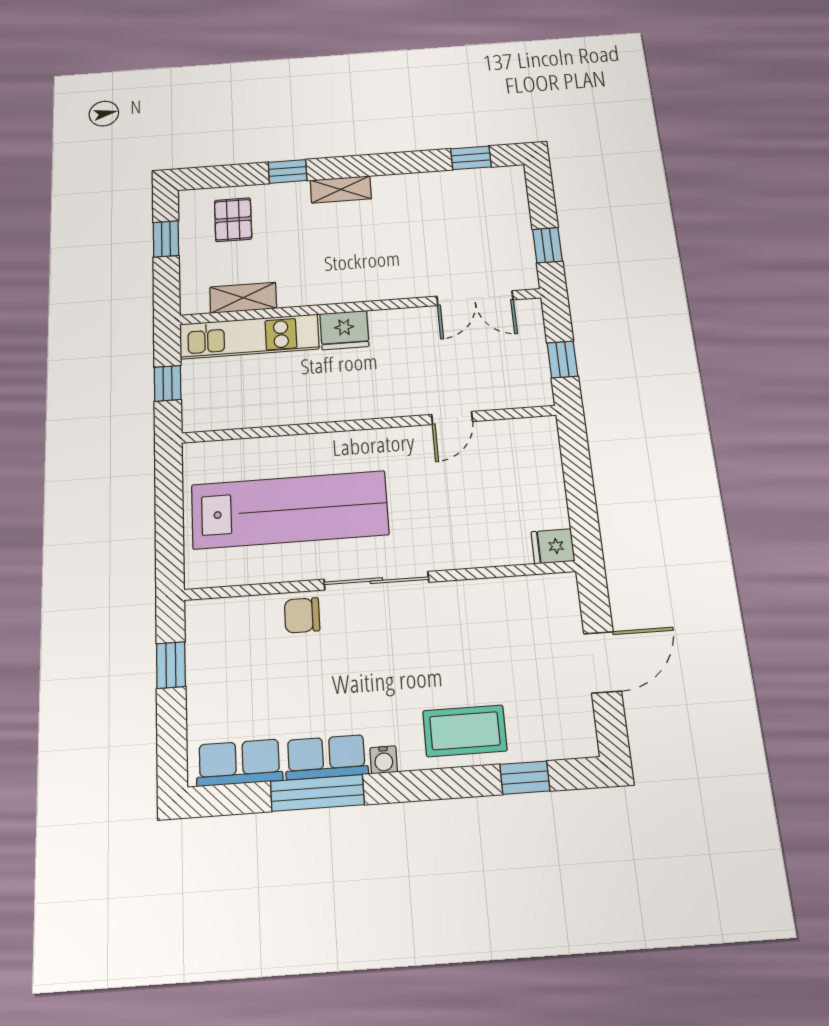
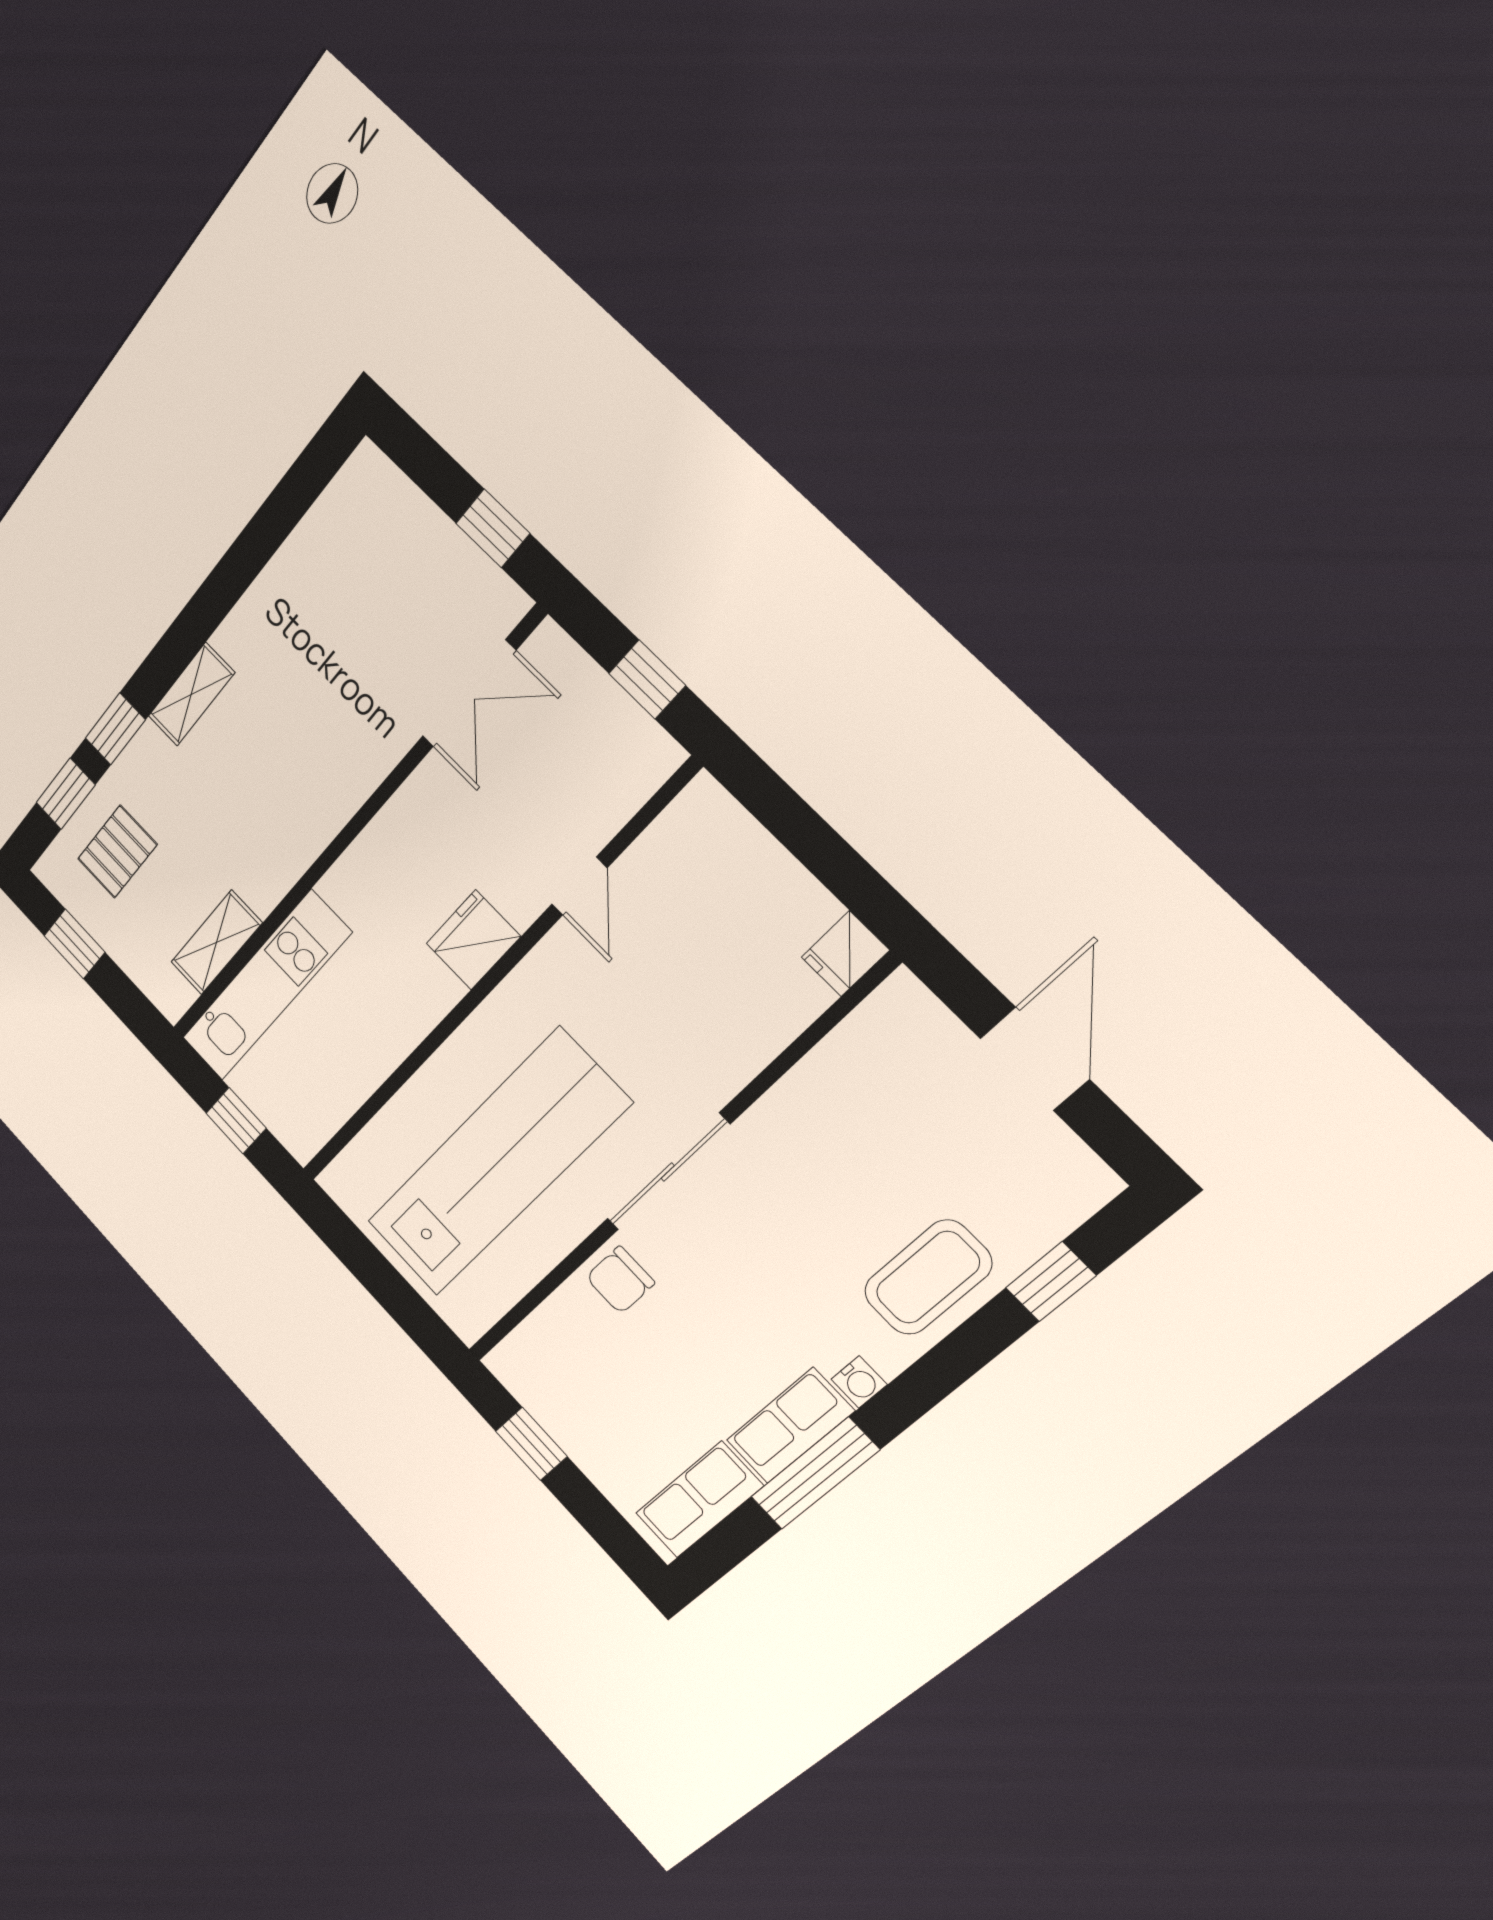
window: (471, 158) -> (66, 794), moved
pallet: (233, 220) -> (117, 852), turned 90
fridge: (344, 330) -> (473, 940), moved, turned 180

